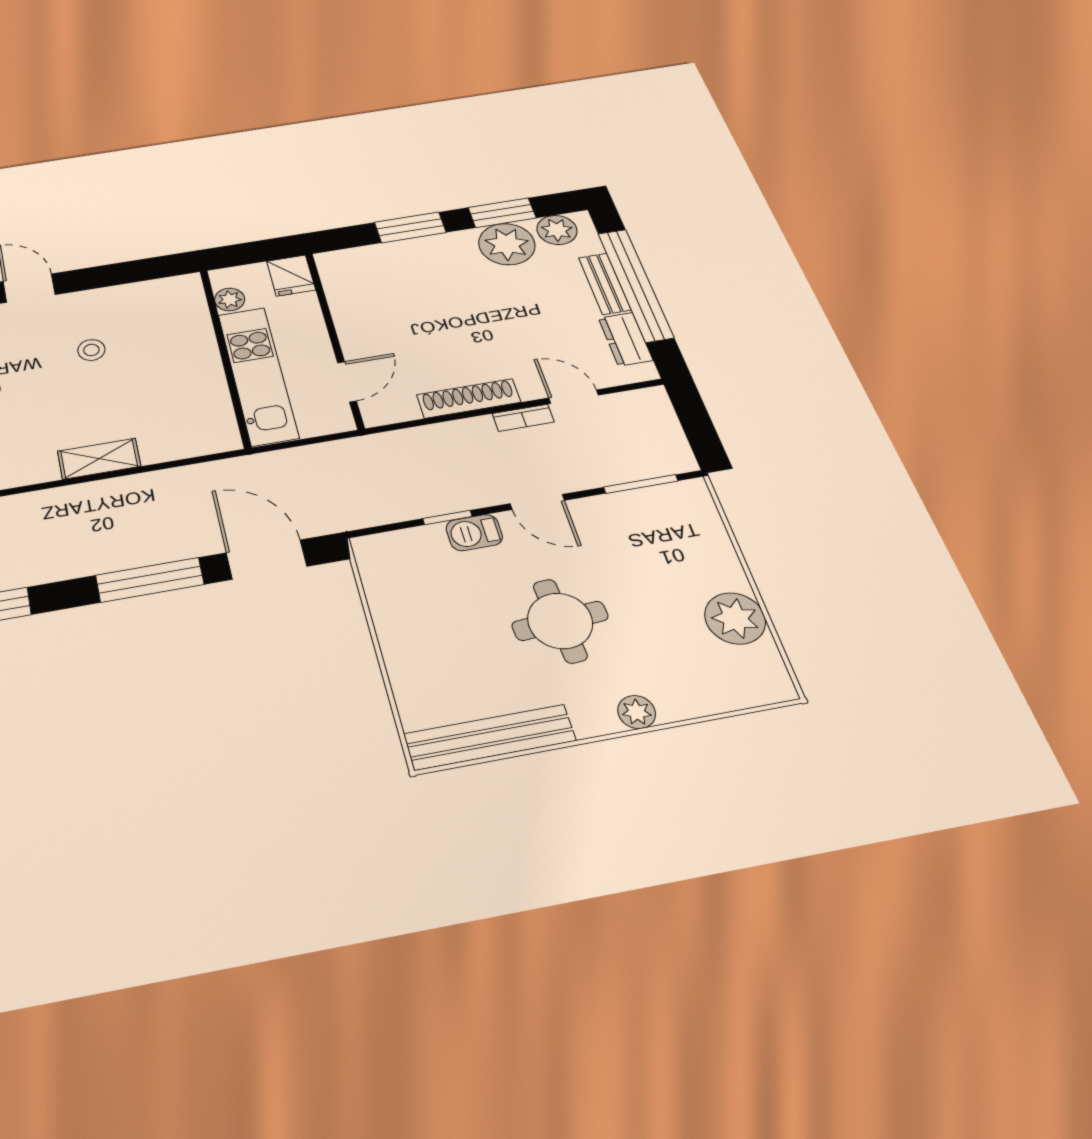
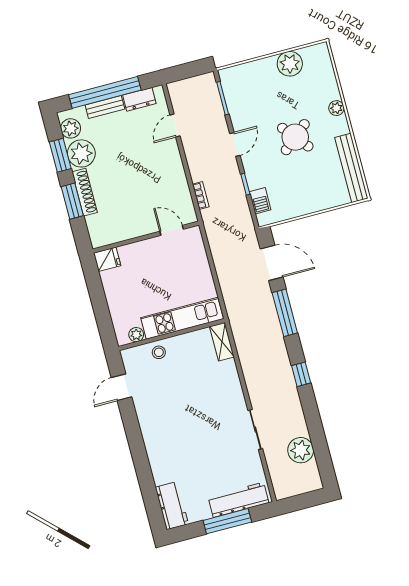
plant: (230, 299) -> (136, 335), moved
wall: (225, 356) -> (172, 335), moved
kitchen unit: (258, 375) -> (182, 318), moved
shoe rack: (469, 398) -> (85, 192), moved, turned 180
bookcase: (523, 418) -> (201, 195), moved
barbecue: (474, 533) -> (260, 201), moved
door: (266, 560) -> (272, 263), swing flipped
round table: (560, 621) -> (295, 137), turned -36

